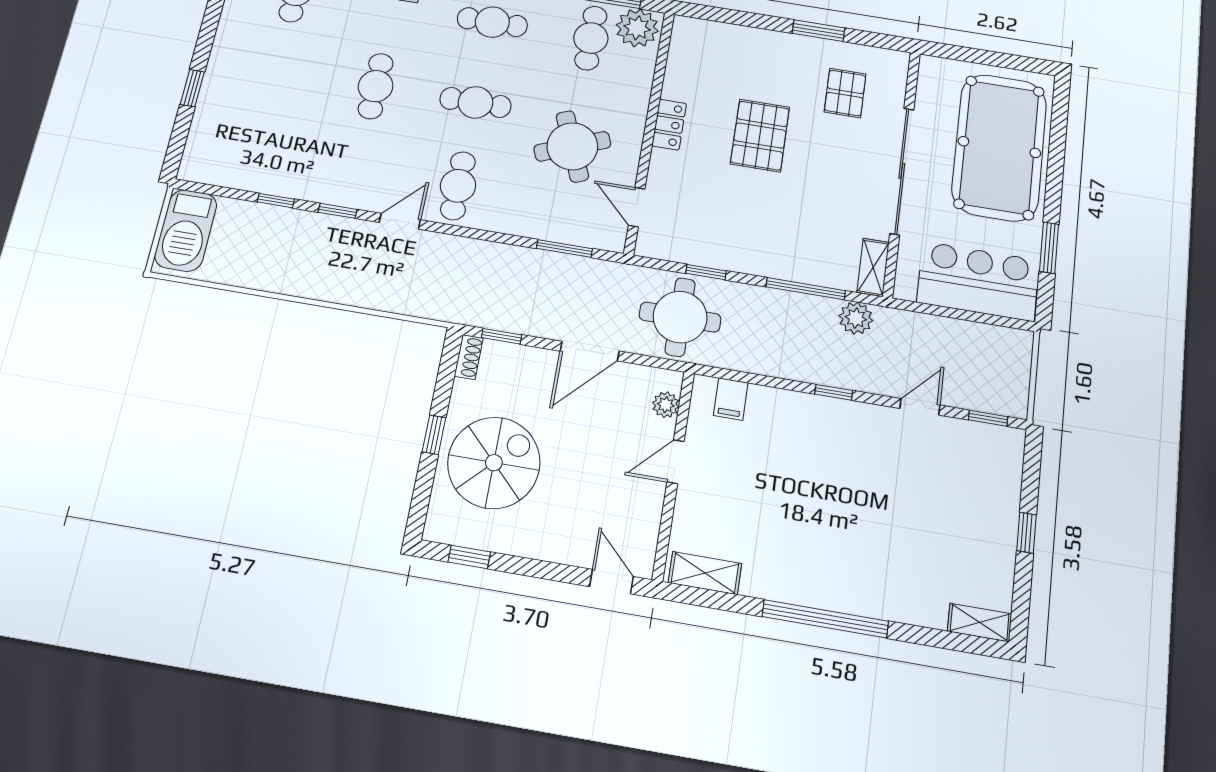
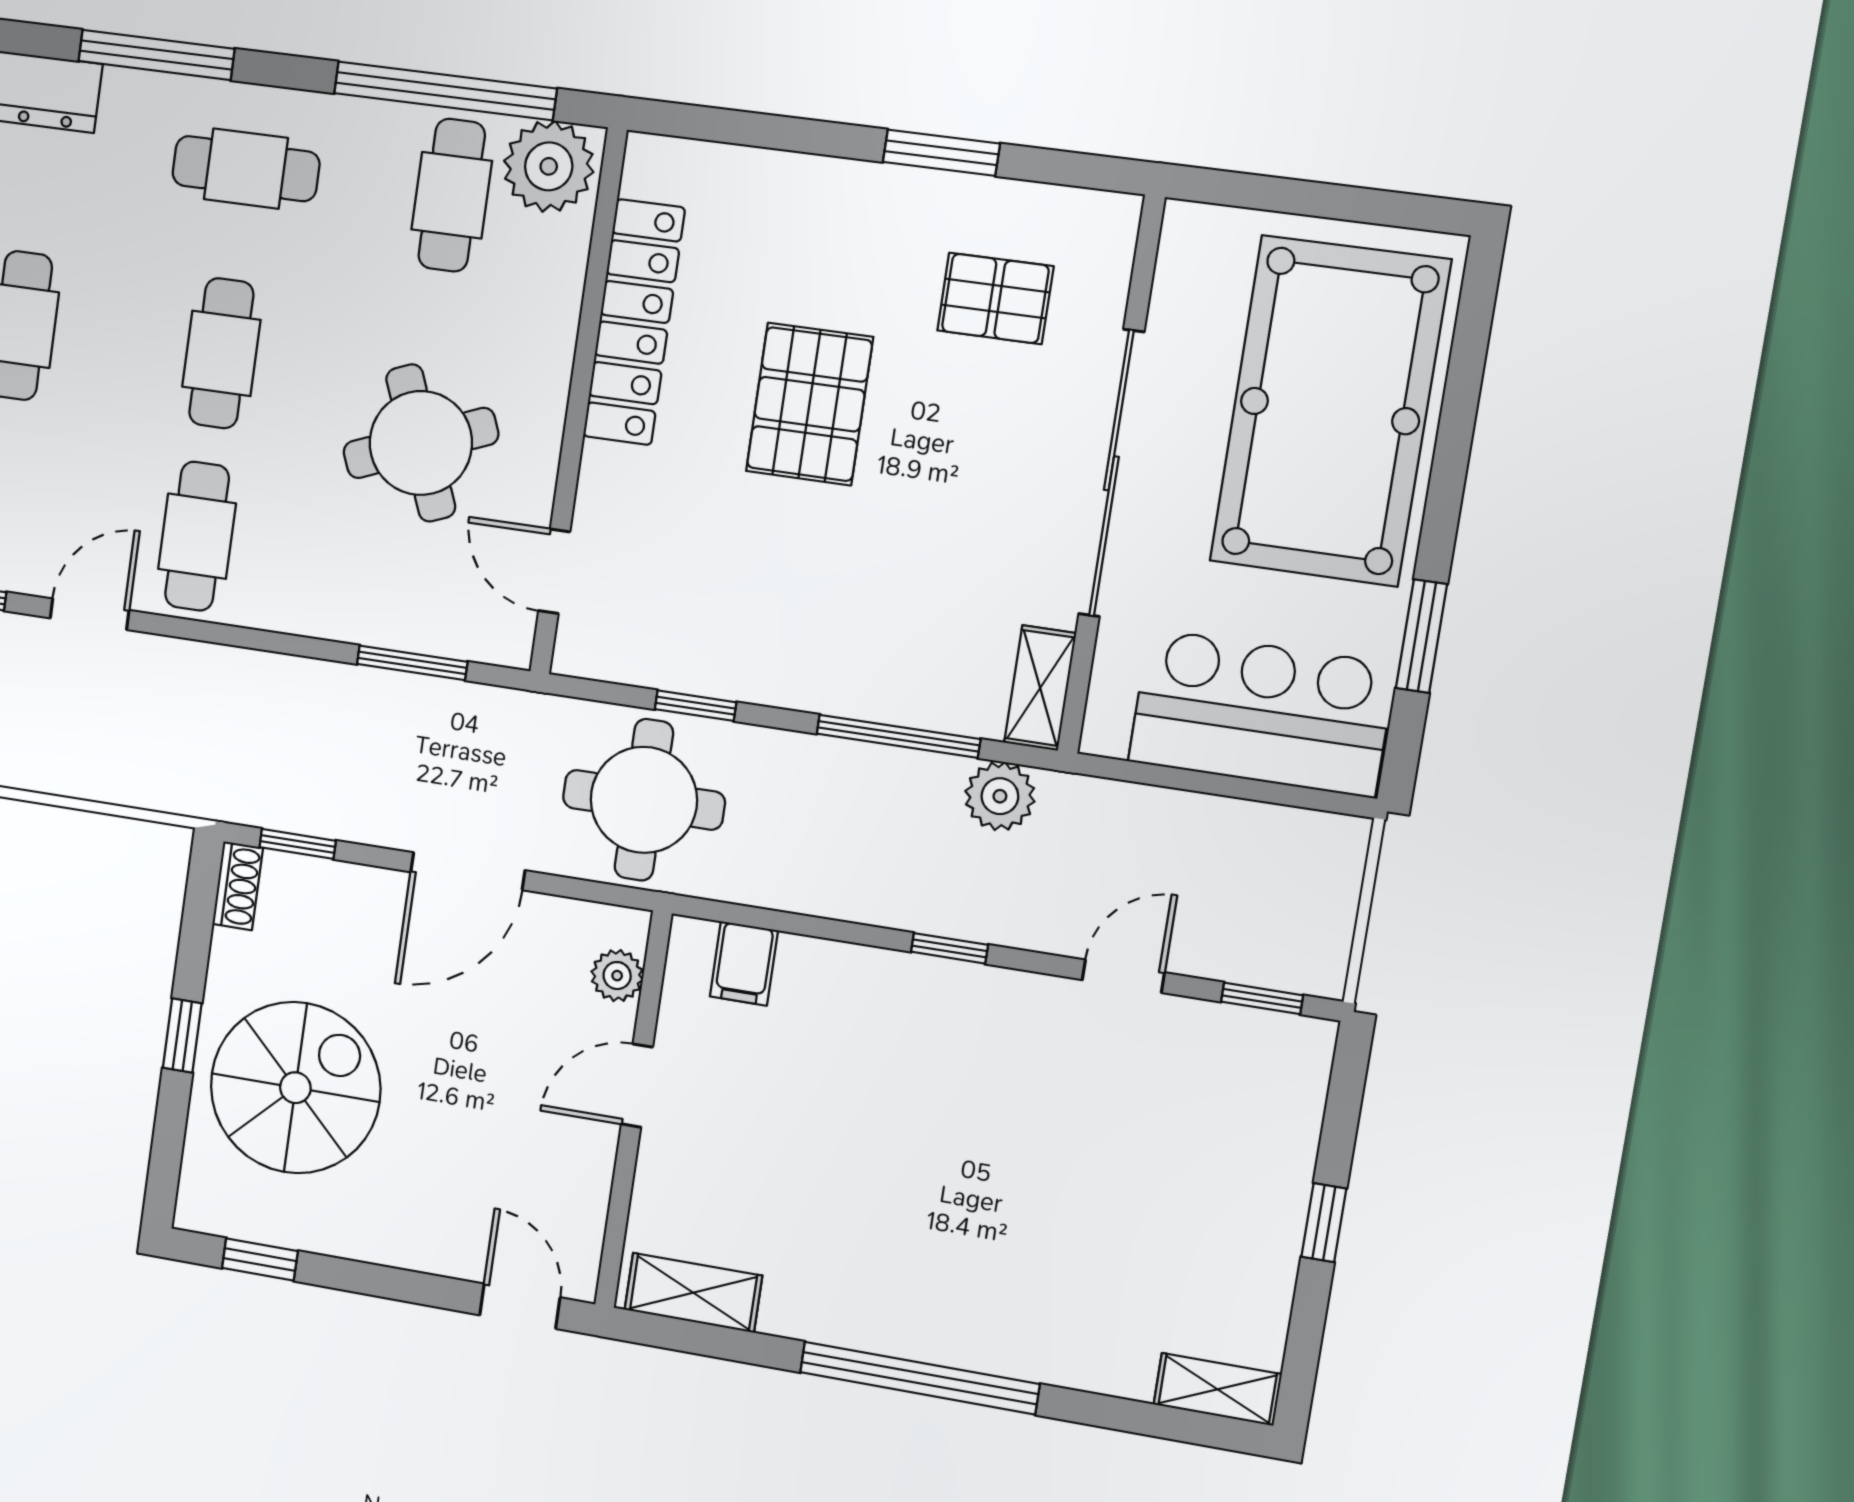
pallet: (845, 93) -> (995, 298), turned 90
cafe table: (475, 102) -> (221, 353), turned 90
locker: (669, 125) -> (634, 322), width x2.16, depth x1.21

